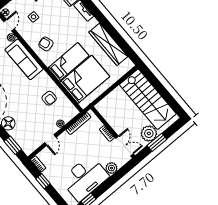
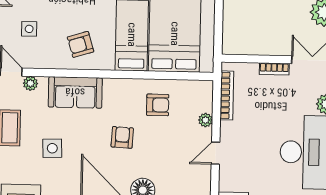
sofa: (24, 59) -> (75, 92), width x0.73
armchair: (23, 95) -> (122, 137), added
door: (50, 140) -> (215, 153), swing flipped

